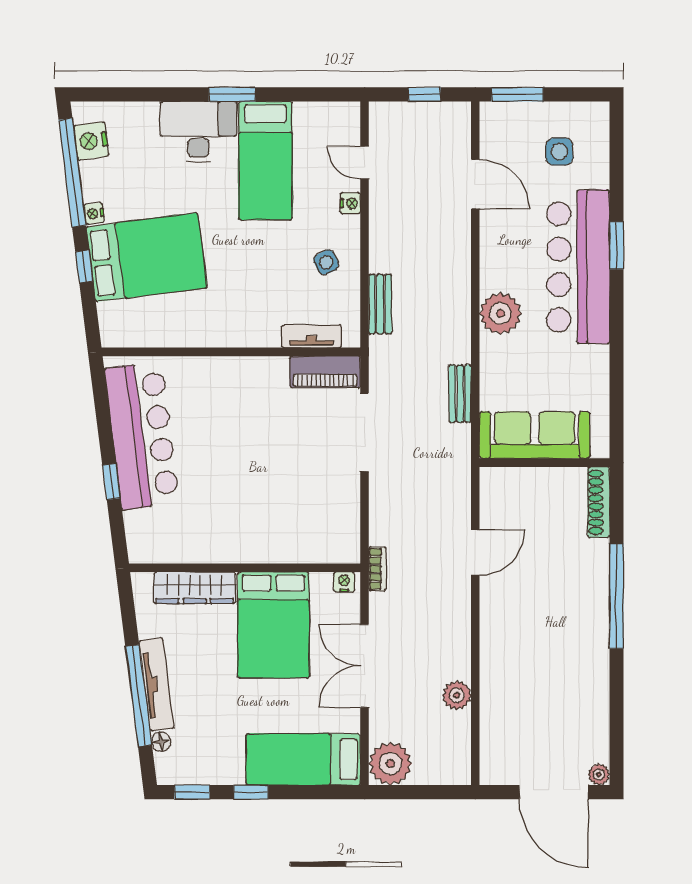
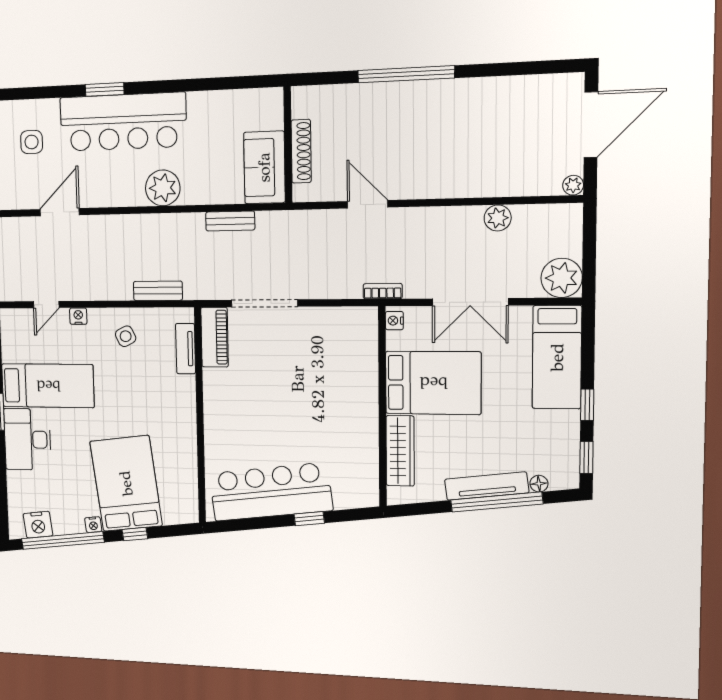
sofa: (535, 435) -> (264, 167), width x0.73
shoe rack: (599, 502) -> (301, 151), moved, turned -90
plant: (599, 775) -> (573, 185), moved

